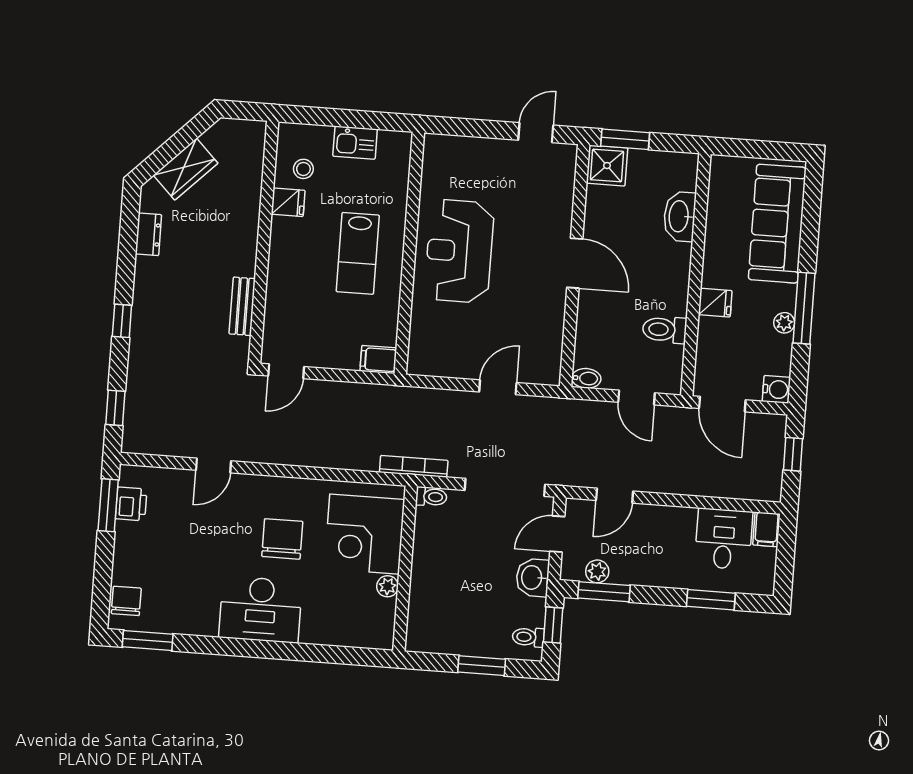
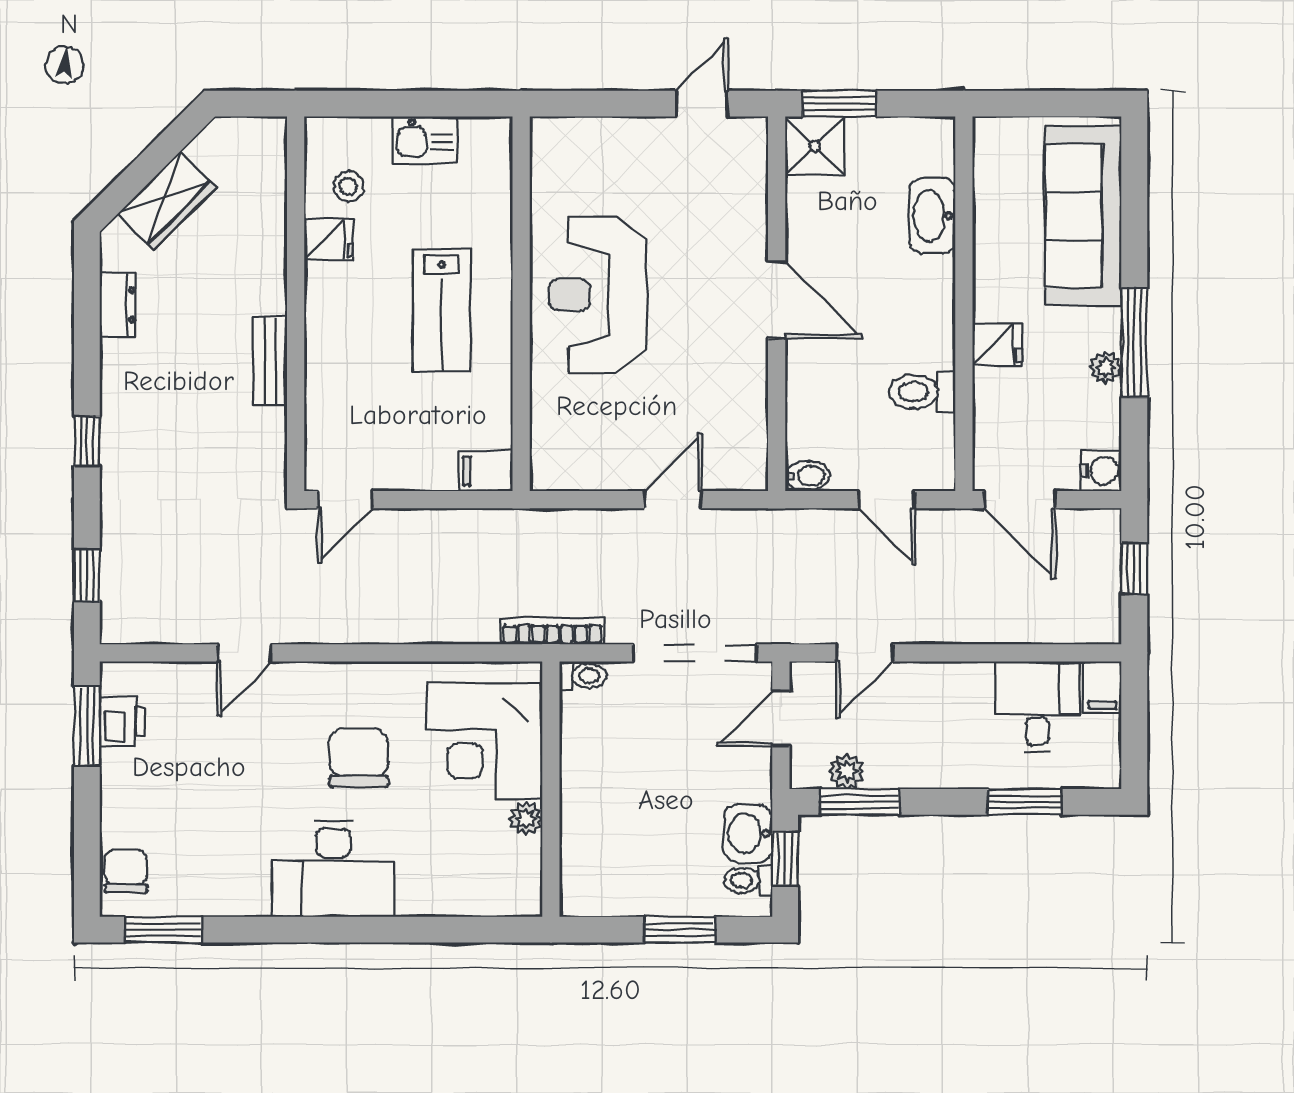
bench: (242, 306) -> (270, 361), moved
washbasin: (533, 577) -> (748, 833), moved

